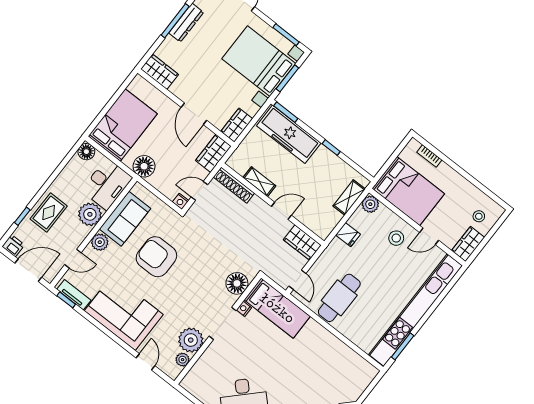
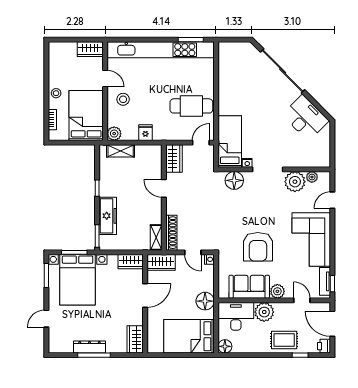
freezer: (289, 134) -> (108, 216), width x0.73, depth x0.79
shelving: (259, 182) -> (156, 237), moved
stool: (479, 216) -> (56, 93), moved

